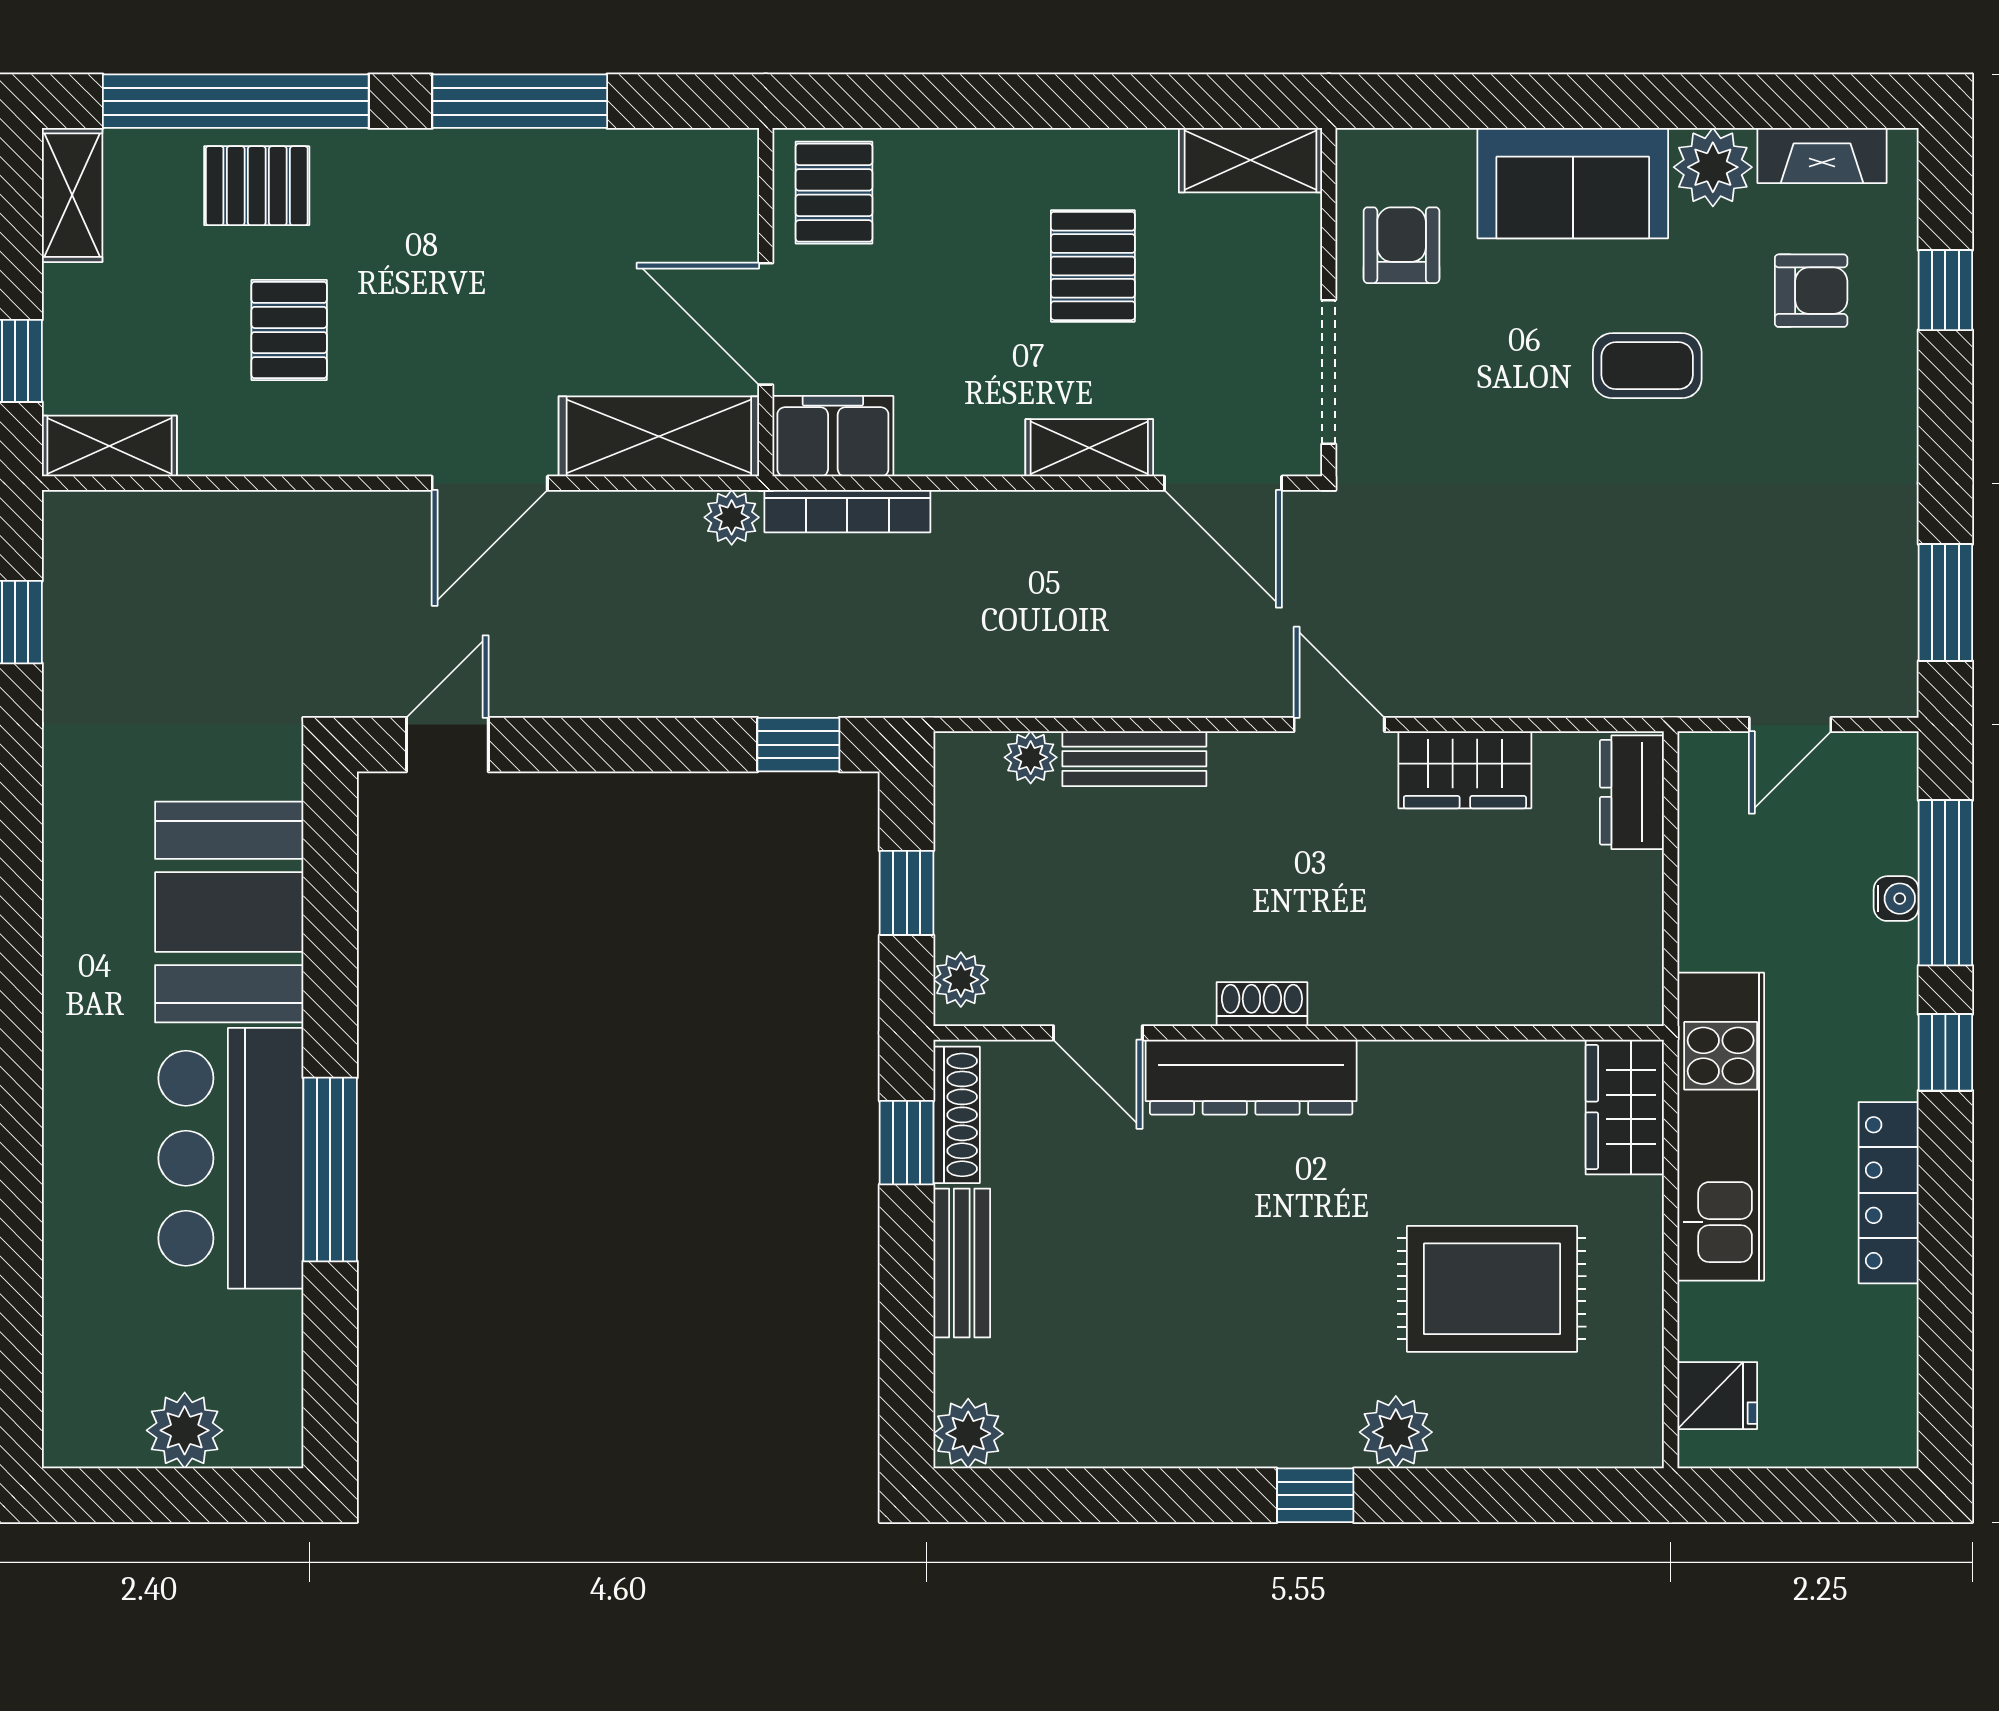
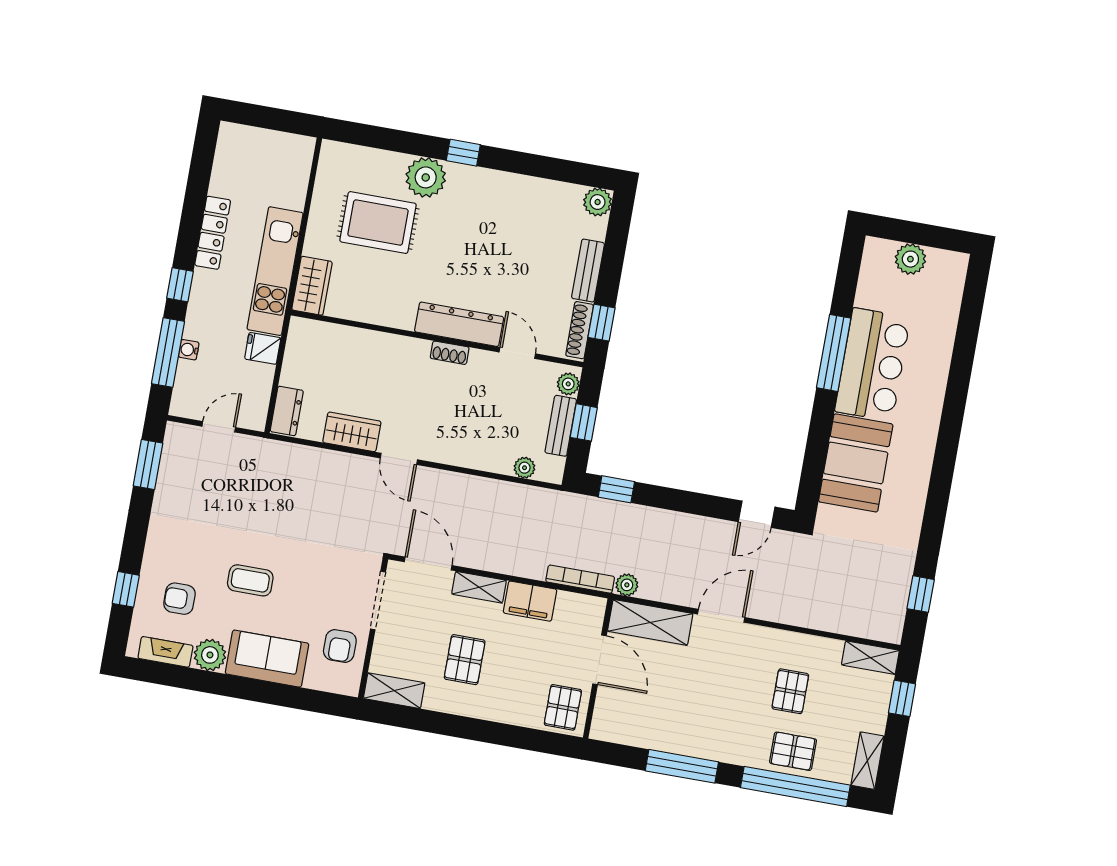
filing cabinet: (833, 436) -> (530, 601), moved
bench: (1134, 759) -> (561, 426), moved, turned 90
fridge: (1717, 1396) -> (263, 348), moved
plant: (1396, 1432) -> (426, 177), width x1.36, depth x1.36

